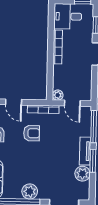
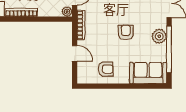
door: (14, 102) -> (75, 53), hinge flipped
armchair: (32, 133) -> (126, 32), moved

